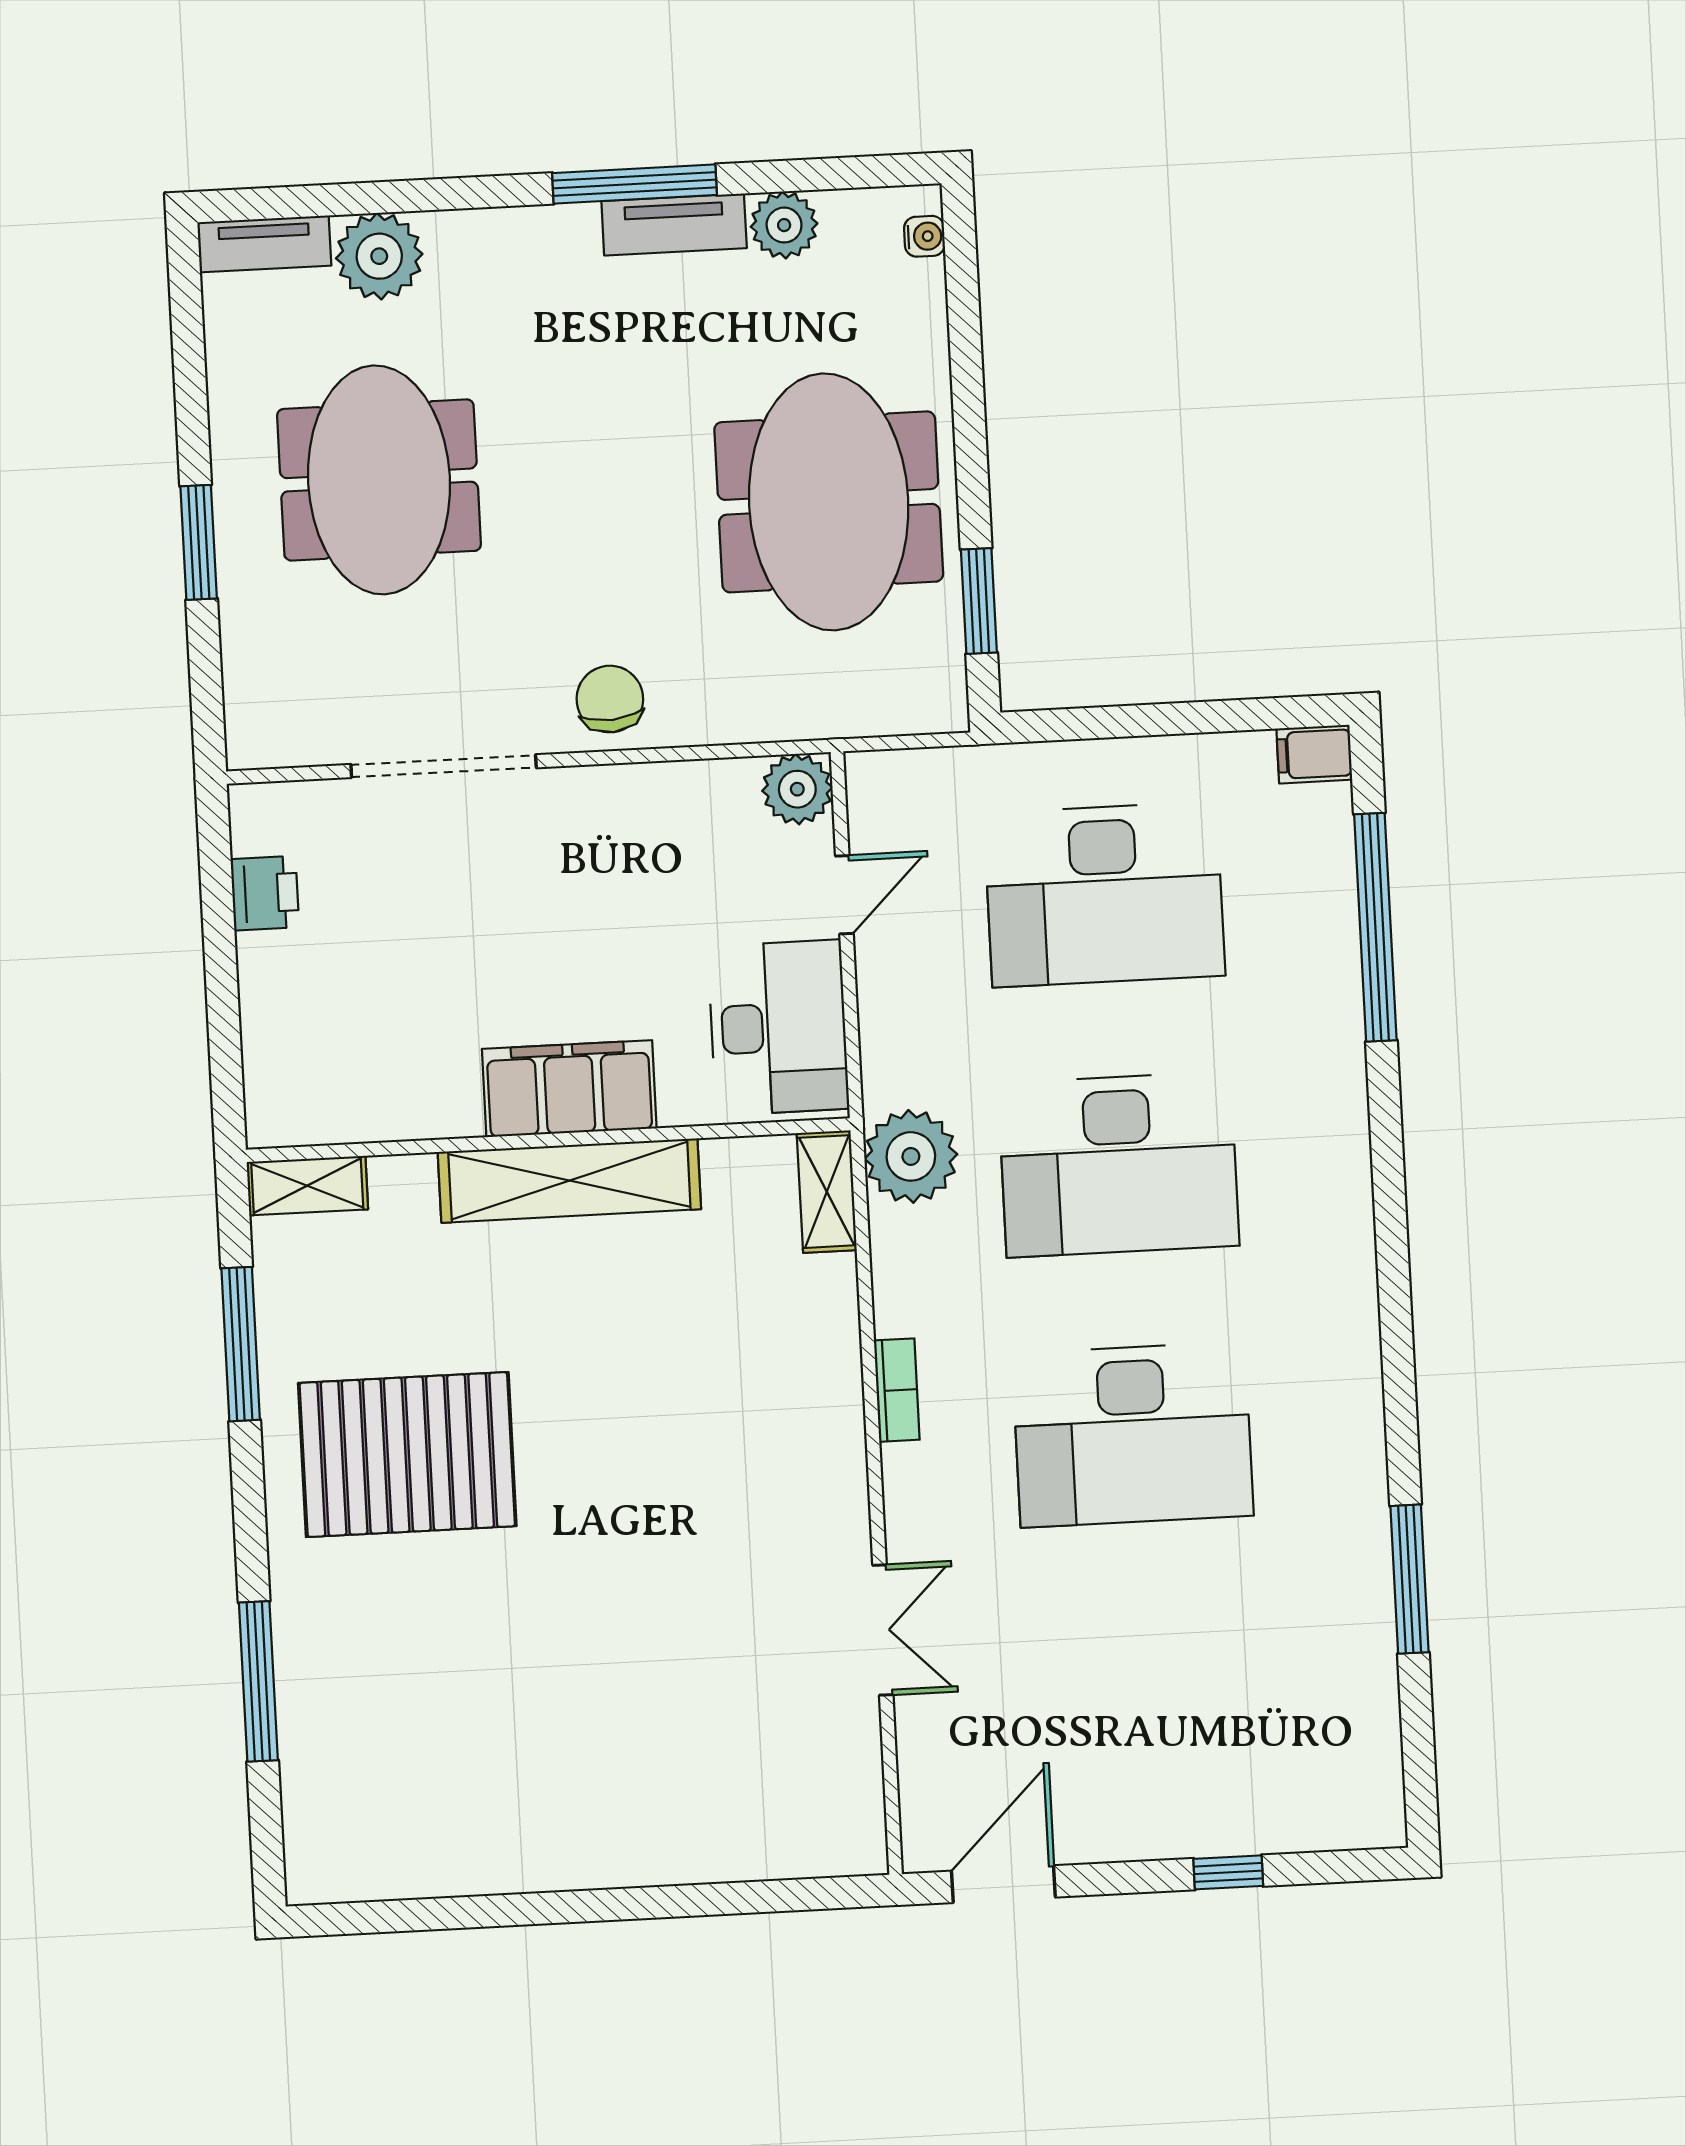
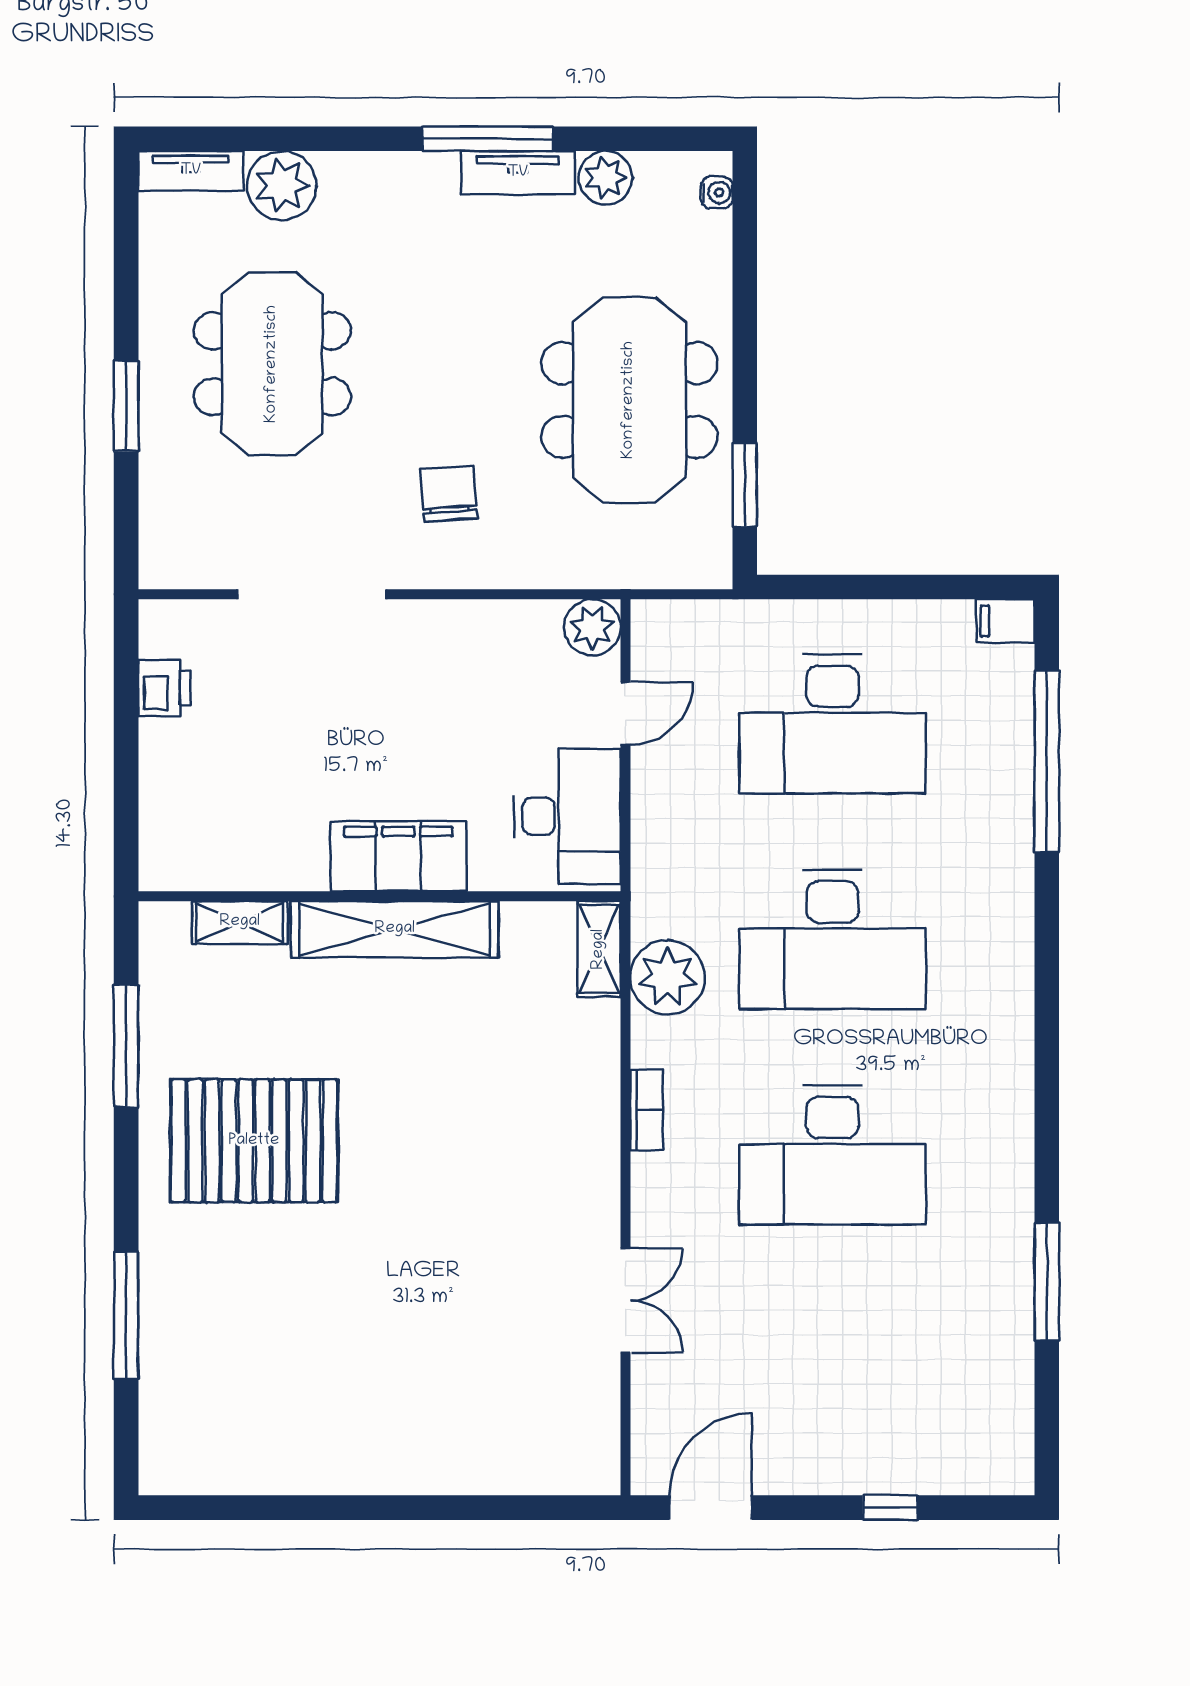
chair: (610, 699) -> (449, 494), moved
plant: (911, 1156) -> (667, 977), moved
shelving: (307, 1186) -> (240, 922), moved

